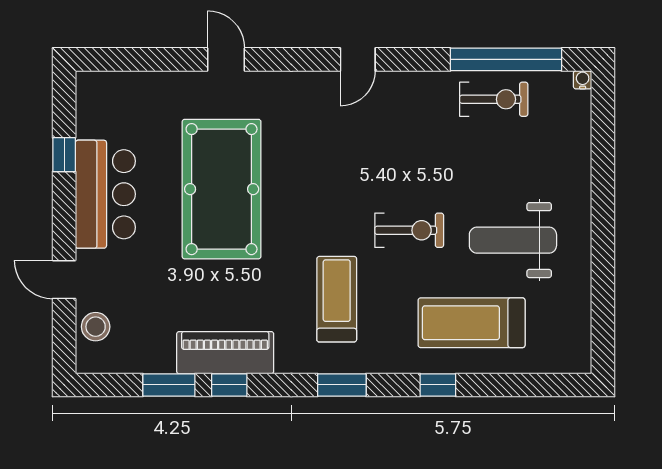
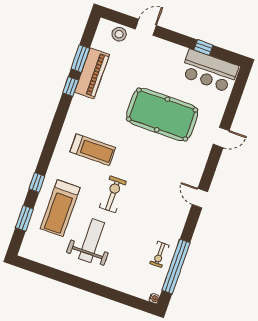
exercise bike: (494, 99) -> (160, 254), width x0.73, depth x0.72
bar counter: (105, 194) -> (209, 71), moved
exercise bike: (409, 230) -> (113, 194), turned 180
treadmill: (472, 323) -> (60, 208), turned 180
piano: (225, 353) -> (92, 73), moved
window: (342, 385) -> (24, 218), moved

